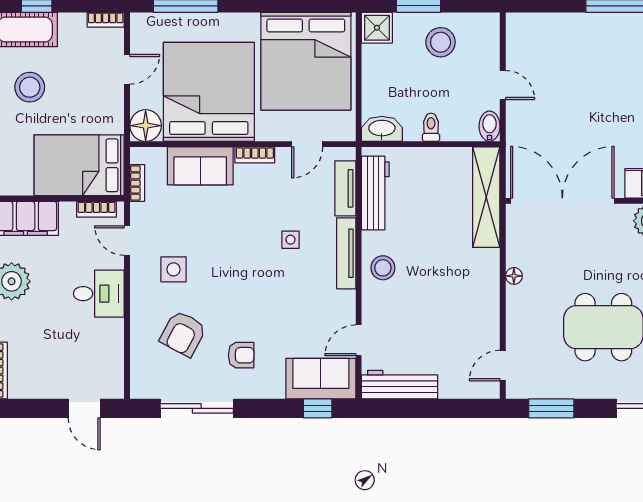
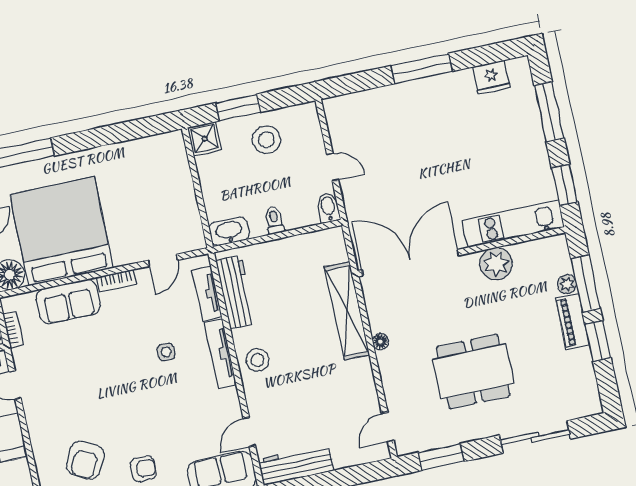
bed: (306, 61) -> (145, 184), removed
shelving: (486, 197) -> (347, 311), moved
side table: (173, 269) -> (64, 403), removed

